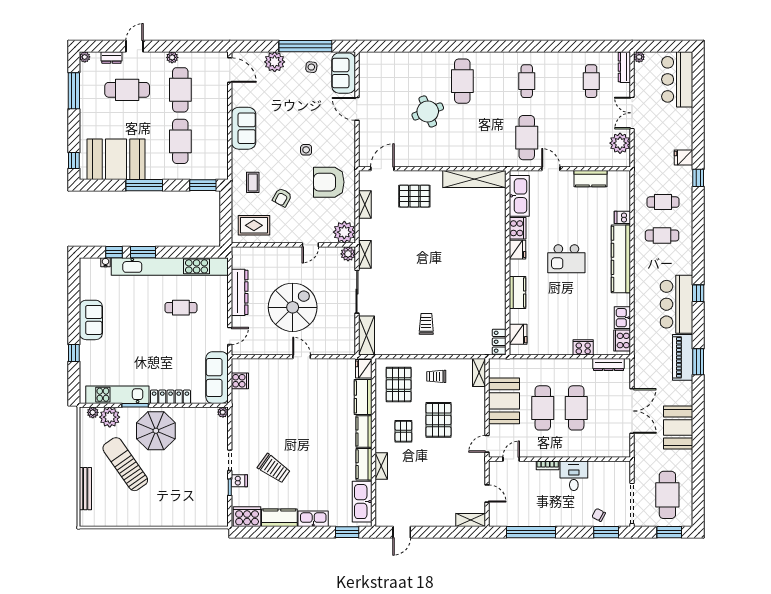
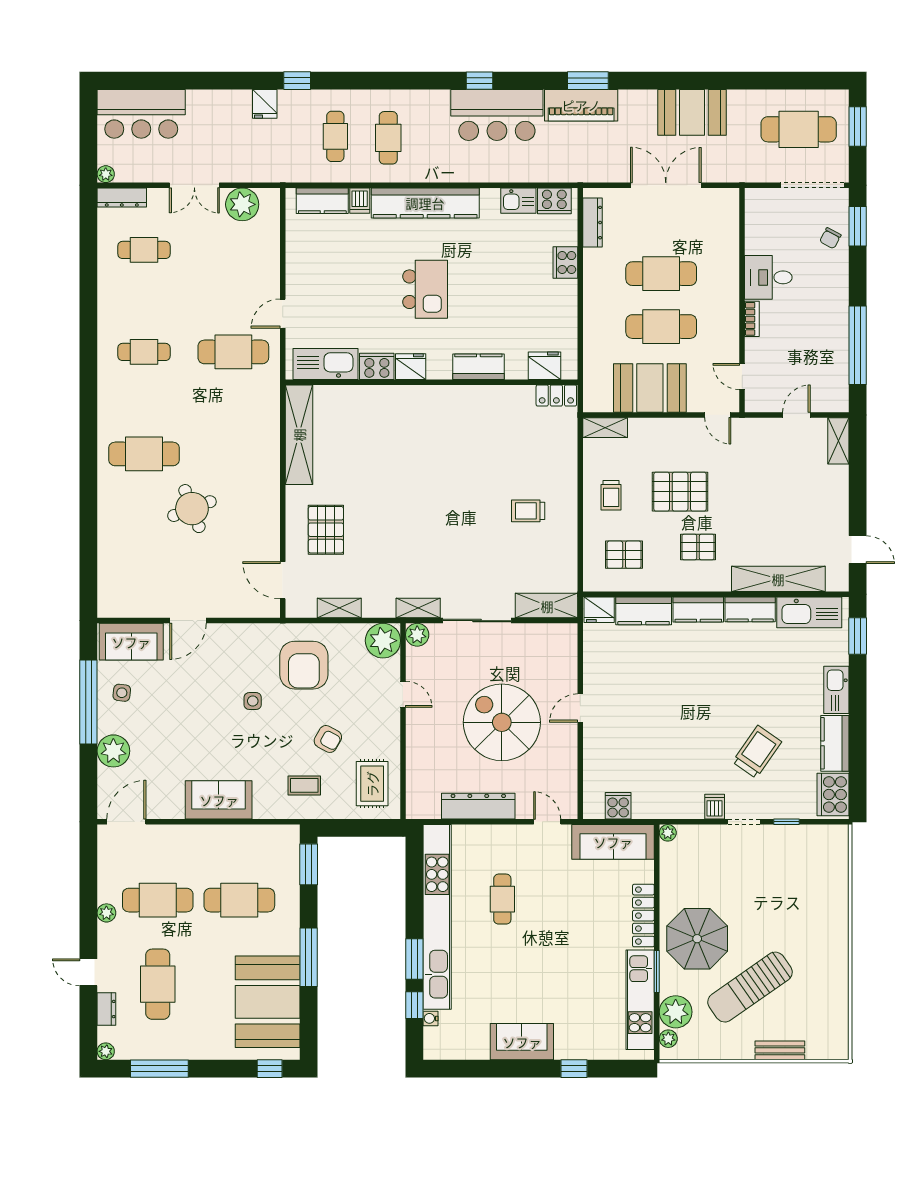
kitchen counter: (591, 179) -> (322, 201), moved, turned 90
pallet: (399, 385) -> (624, 555), width x0.67, depth x0.71
shelving: (381, 466) -> (778, 579), width x2.20, depth x1.33
dishwasher: (239, 481) -> (715, 807), moved
bench: (85, 489) -> (780, 1050), width x0.73

